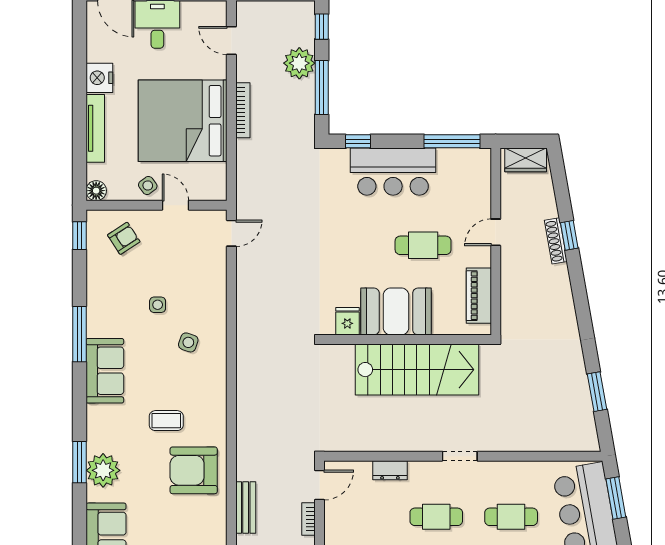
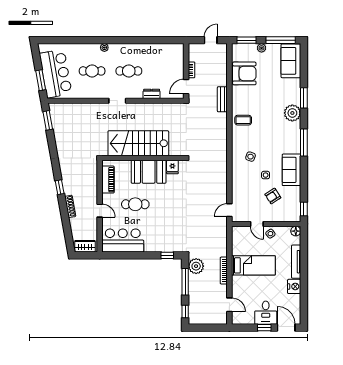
plant: (299, 63) -> (196, 266), moved
bed: (183, 121) -> (253, 265), width x0.49
window: (452, 141) -> (121, 255), removed
bar counter: (393, 172) -> (123, 240), moved
door: (496, 232) -> (100, 211), hinge flipped
window: (569, 235) -> (60, 187), moved
armchair: (124, 238) -> (273, 196), moved
window: (79, 334) -> (304, 143), moved
sofa: (105, 371) -> (292, 170), moved
window: (597, 392) -> (48, 120), moved
coffee table: (166, 421) -> (243, 120), moved
plant: (103, 470) -> (292, 113), moved
armchair: (194, 470) -> (244, 73), moved
bench: (246, 508) -> (222, 99), moved

